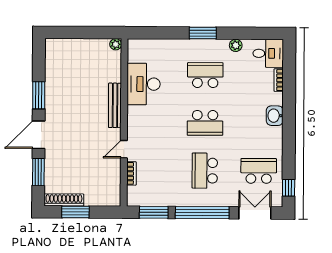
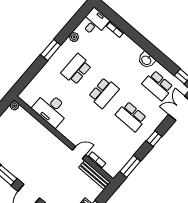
bench: (115, 105) -> (94, 175), moved
washbasin: (275, 116) -> (146, 60), moved
door: (124, 149) -> (79, 153), swing flipped
school desk: (259, 171) -> (158, 85), turned -90
window: (202, 213) -> (154, 139), width x0.32

